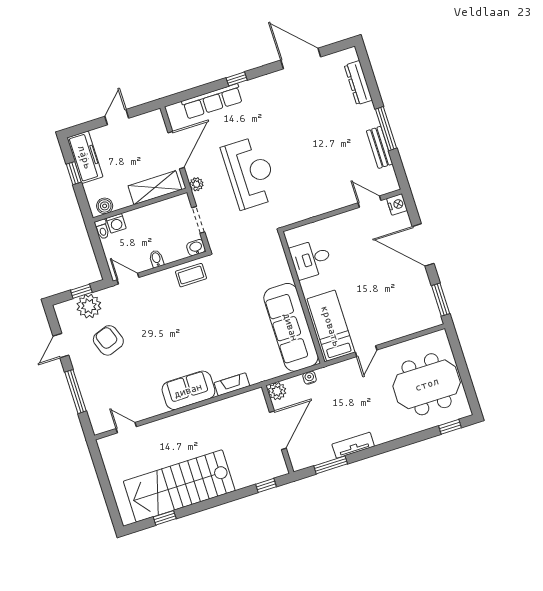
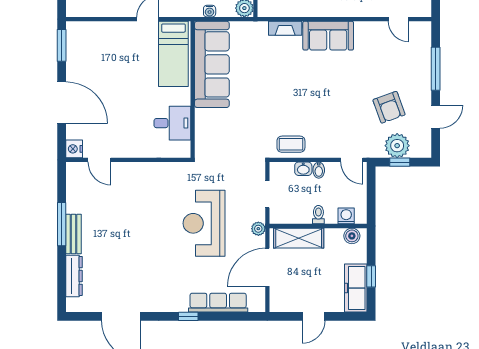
bench: (380, 147) -> (73, 234), moved
toilet: (102, 229) -> (318, 215), moved
washbasin: (196, 248) -> (303, 169), moved

